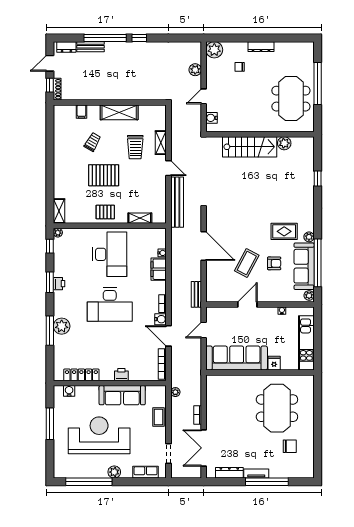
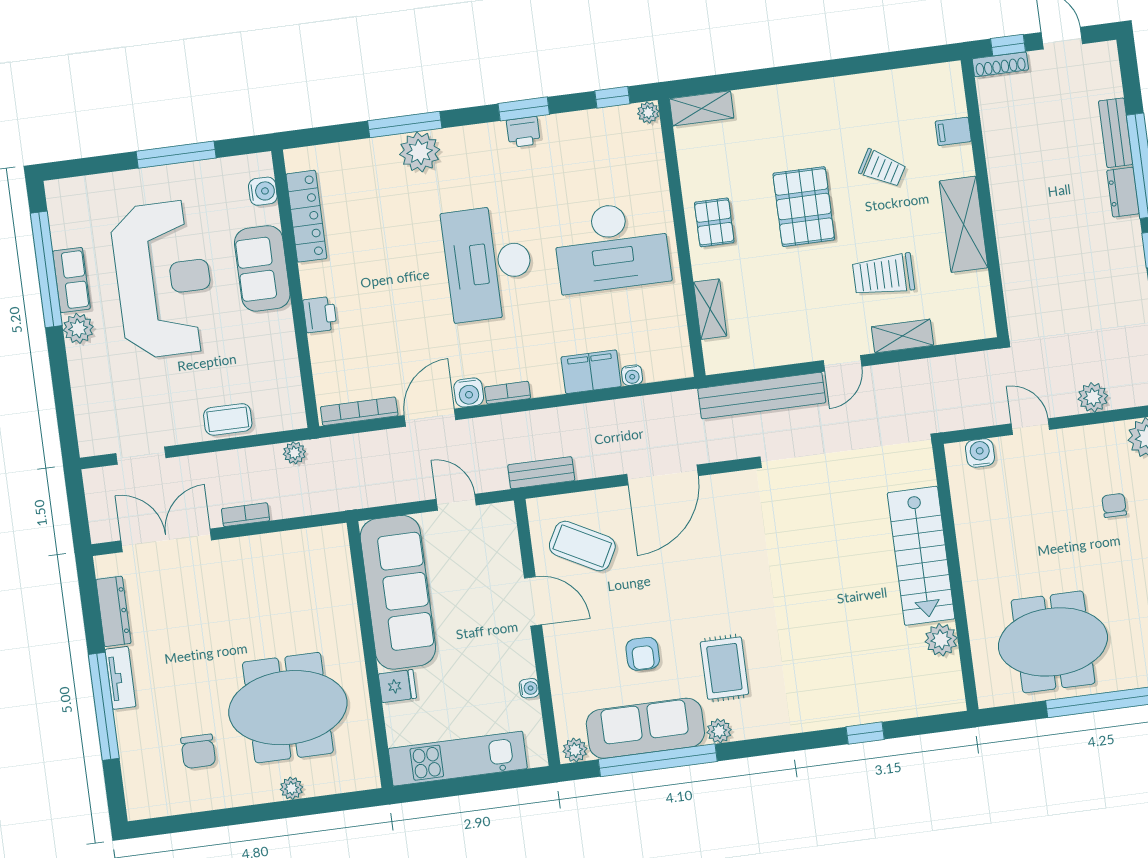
dresser: (66, 47) -> (1123, 192), moved
coffee table: (247, 263) -> (582, 546), moved
sofa: (122, 395) -> (262, 268), moved, width x0.73
plant: (309, 411) -> (291, 788), added
row of seats: (146, 472) -> (71, 280), moved

